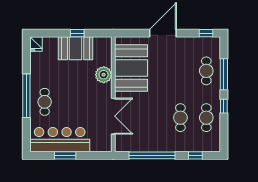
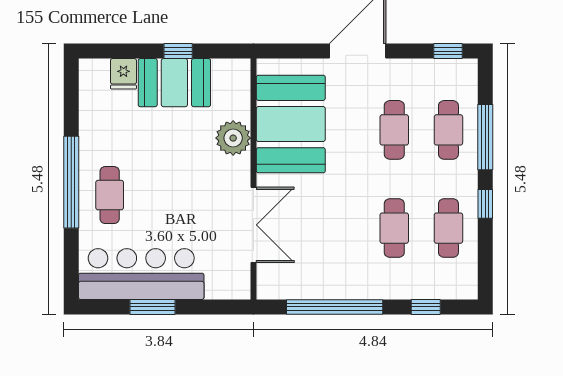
fridge: (36, 44) -> (123, 74), moved
cafe table: (180, 71) -> (394, 130), added

